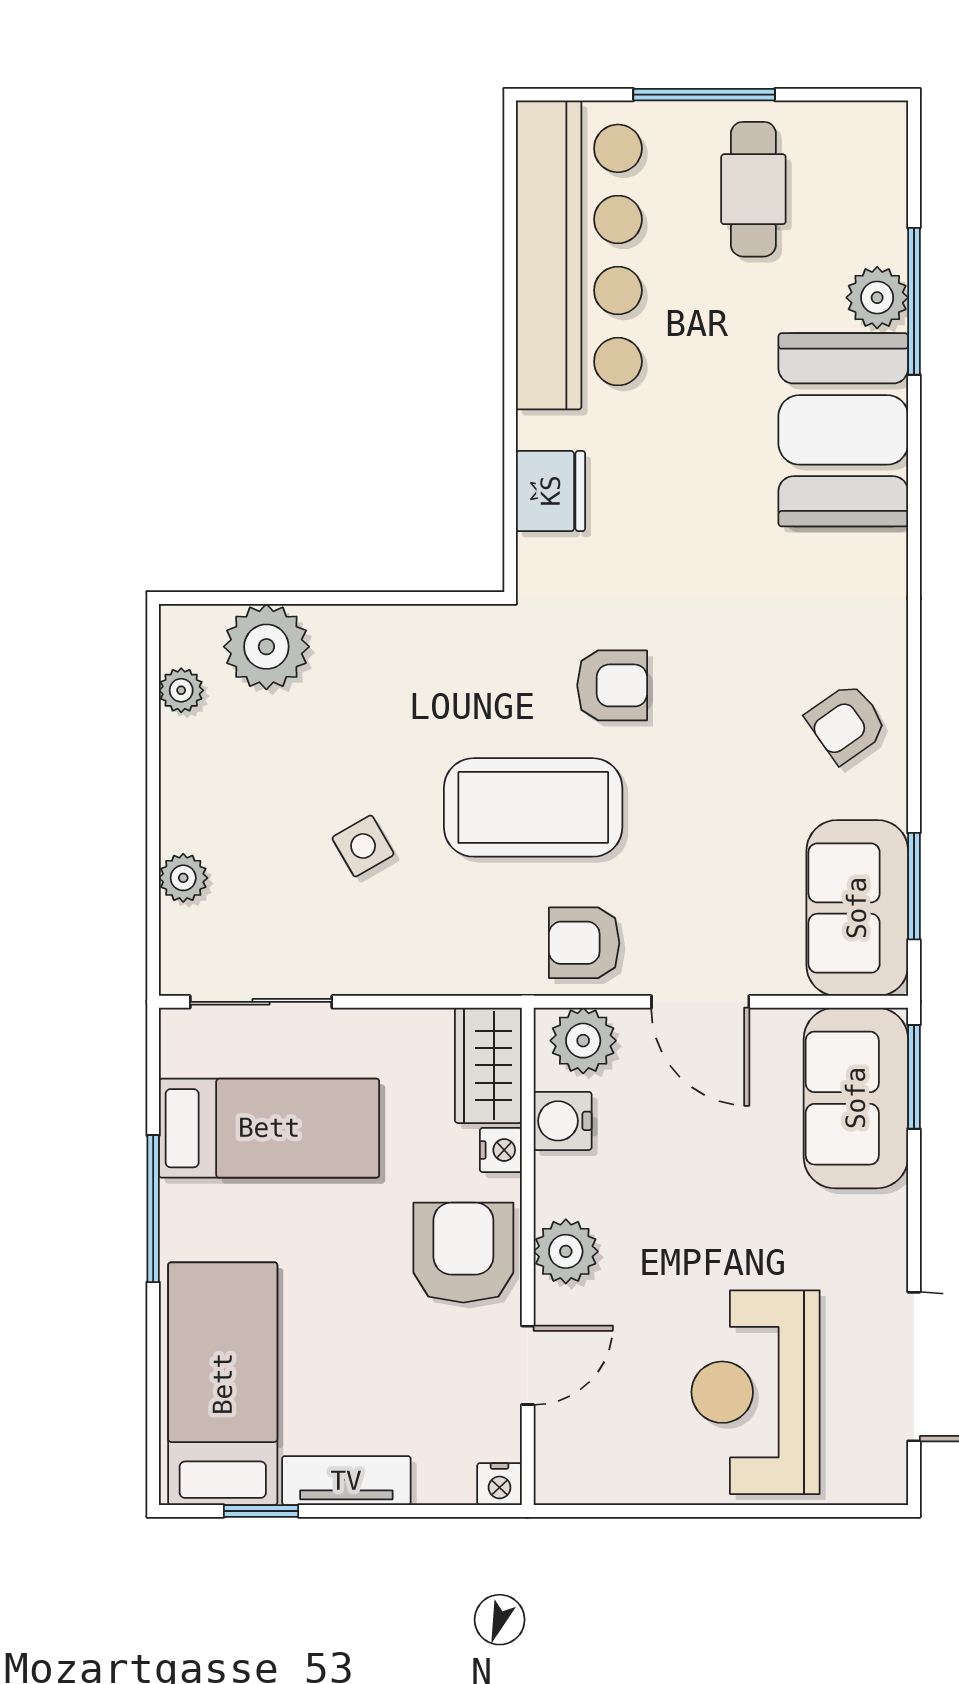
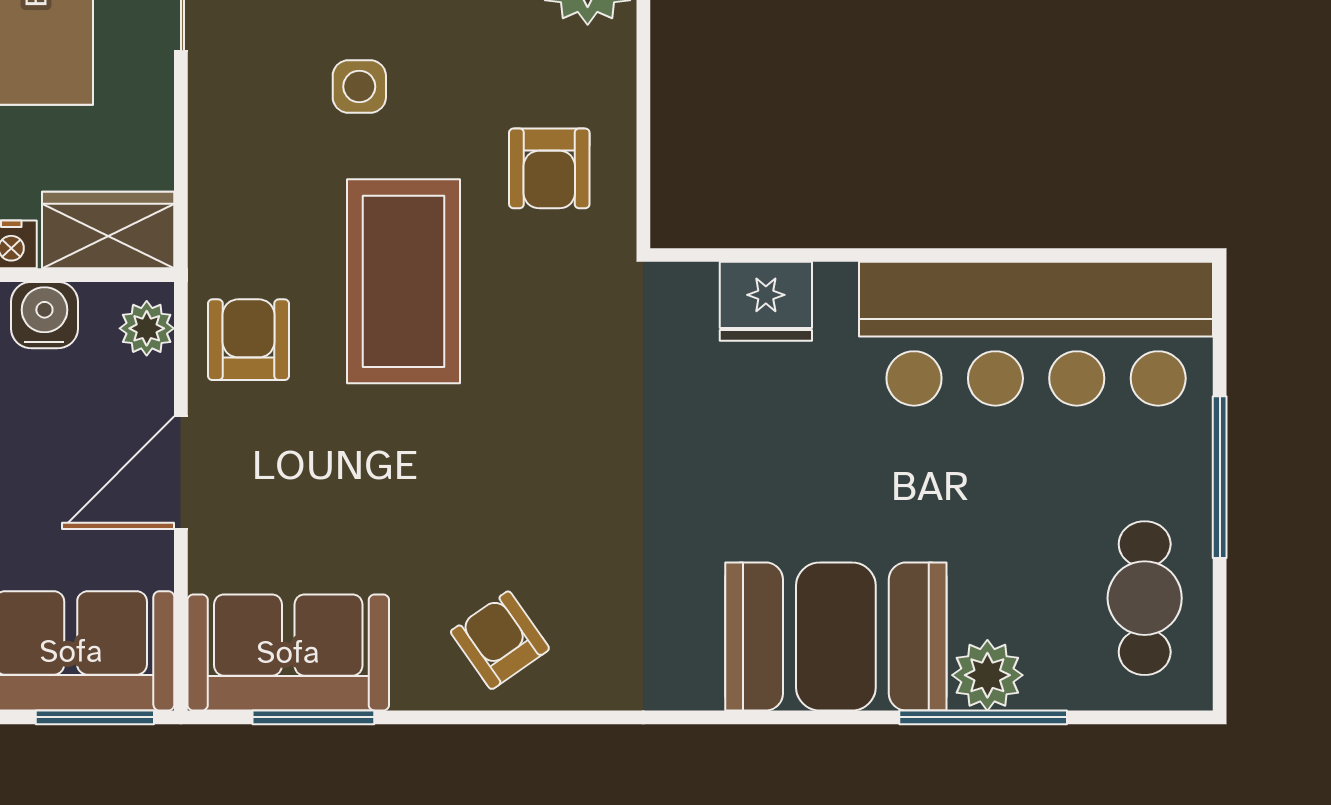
cafe table: (753, 189) -> (1145, 598), moved, turned 90
armchair: (612, 685) -> (549, 168), moved
side table: (363, 846) -> (359, 87), turned 30
plant: (583, 1041) -> (147, 328), width x0.73, depth x0.73

